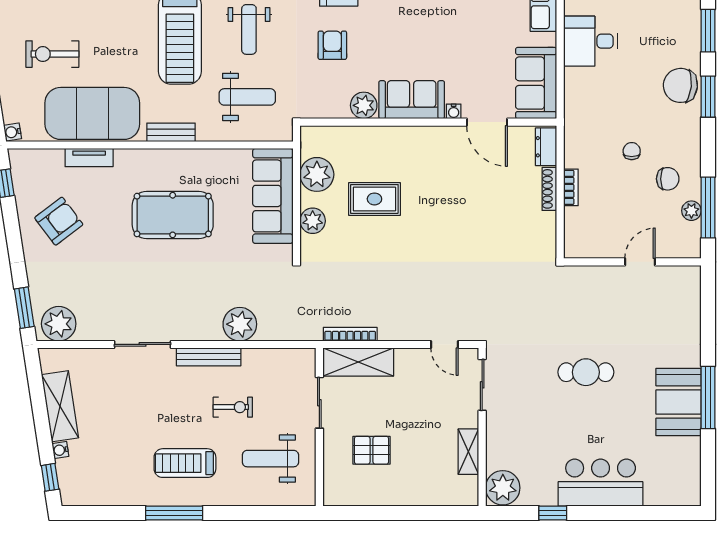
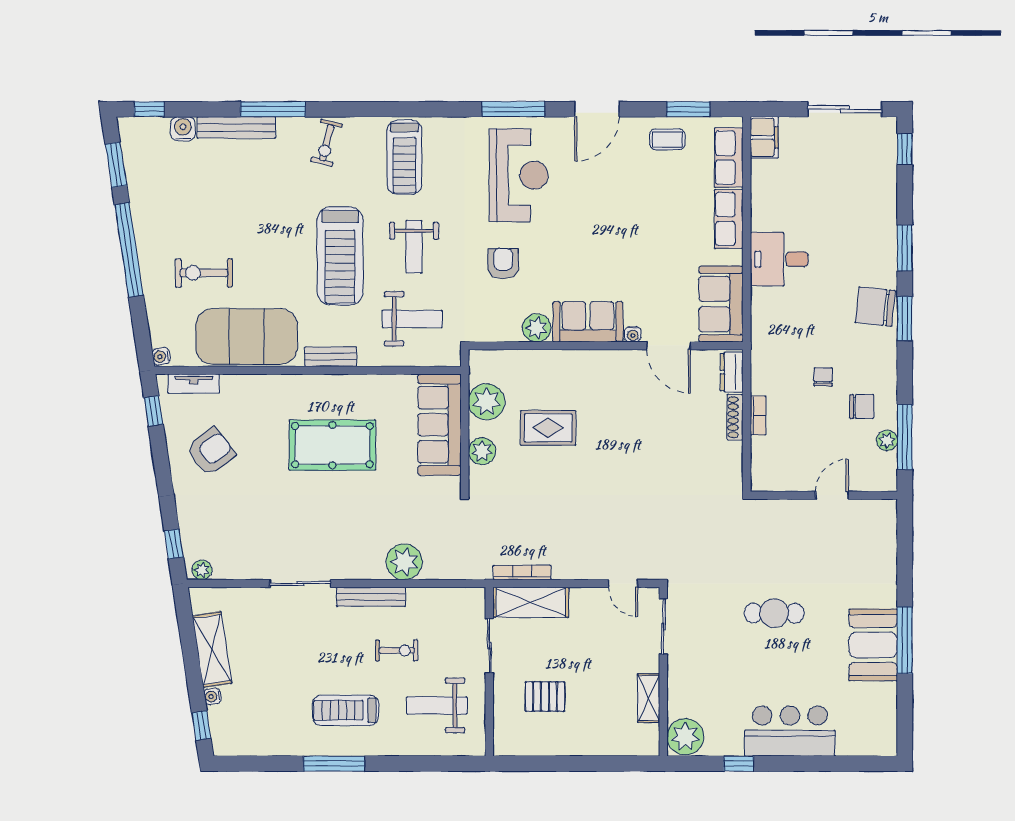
tv unit: (89, 158) -> (194, 384), moved
window: (24, 308) -> (174, 544), width x0.67
plant: (59, 324) -> (202, 570), width x0.53, depth x0.53

